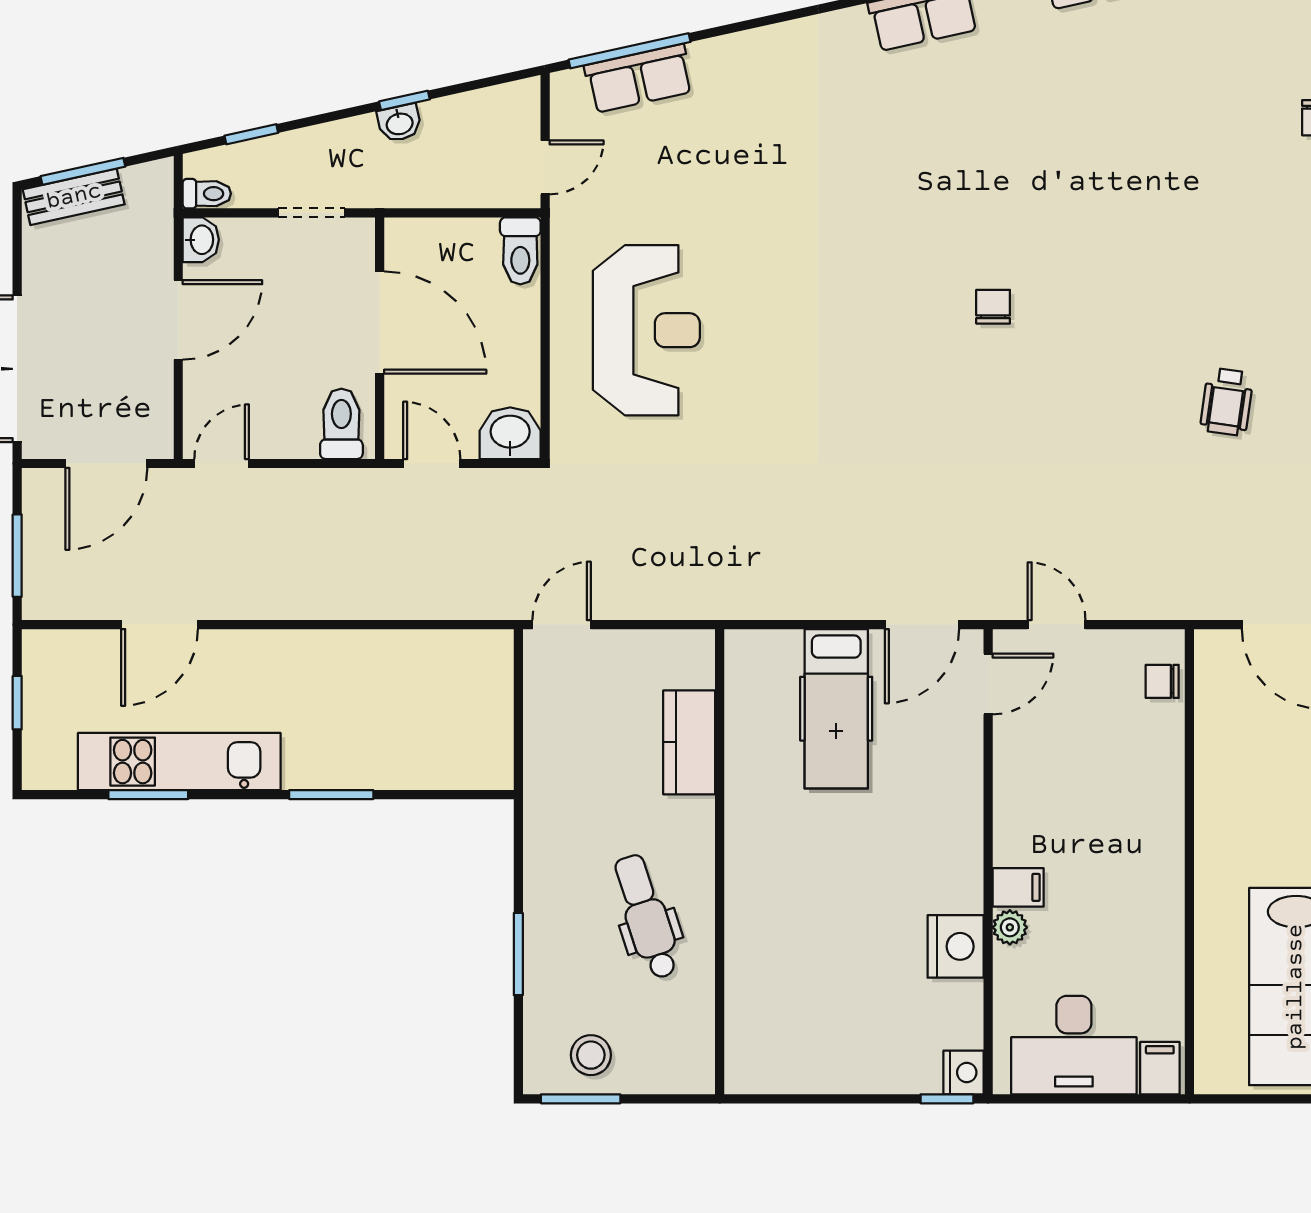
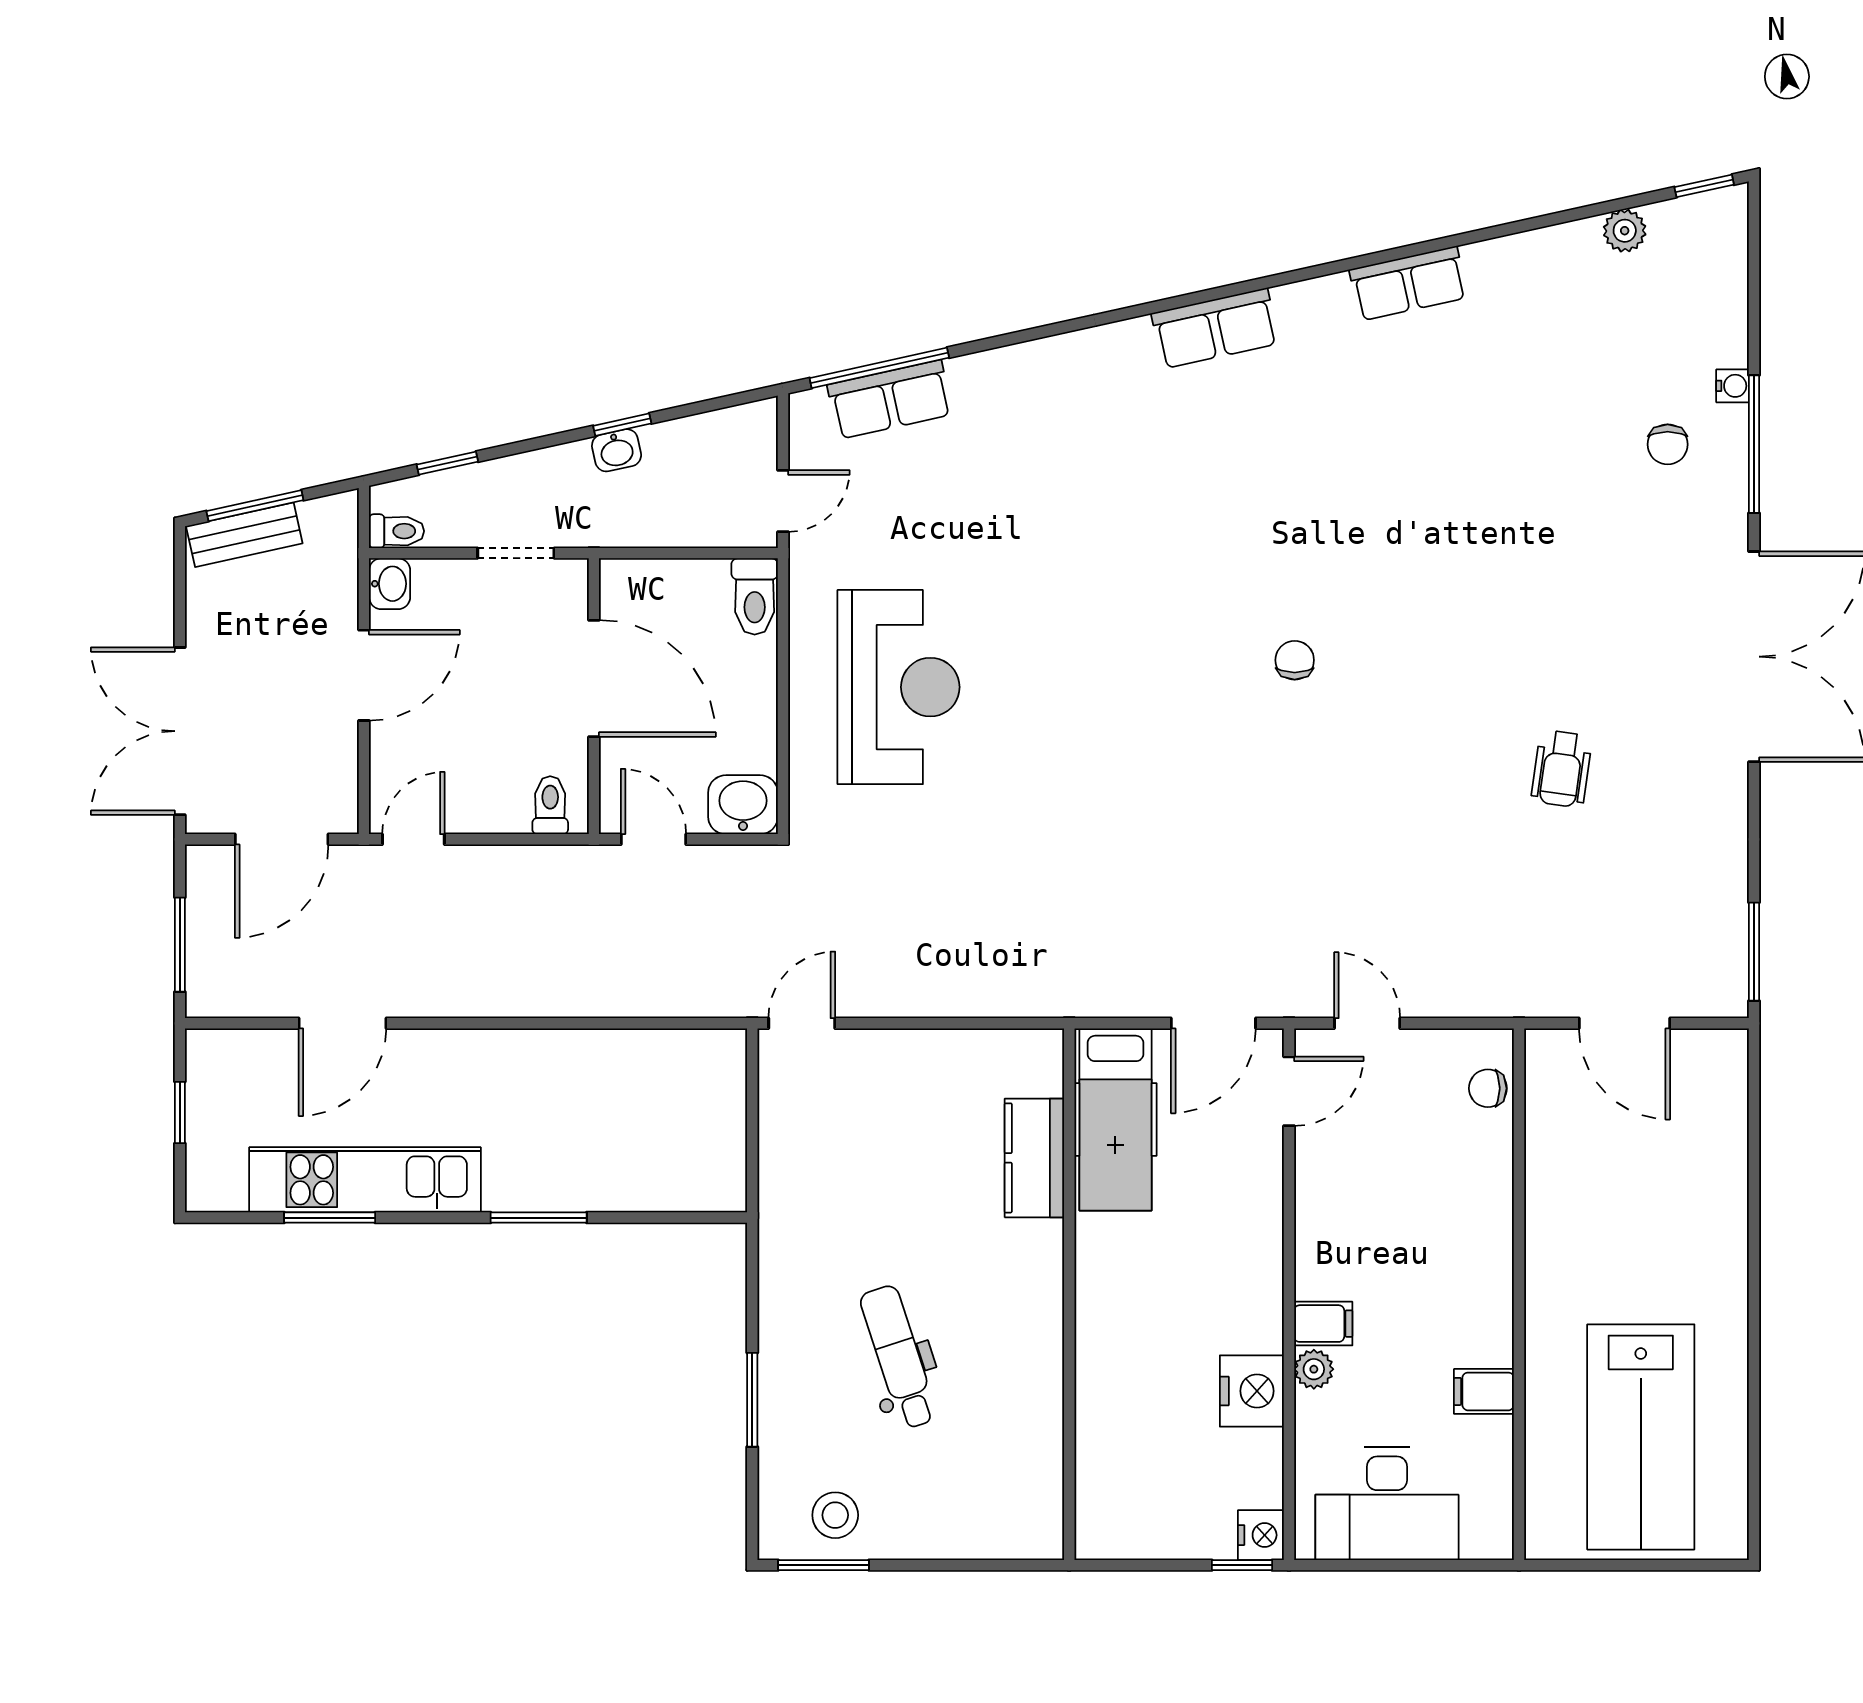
toilet: (341, 424) -> (550, 805), width x0.73, depth x0.72
kitchen counter: (689, 742) -> (1034, 1158), moved
wall: (720, 862) -> (1069, 1294), moved
filing cabinet: (1160, 1068) -> (1484, 1391), moved, turned -90

